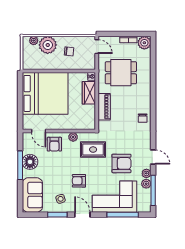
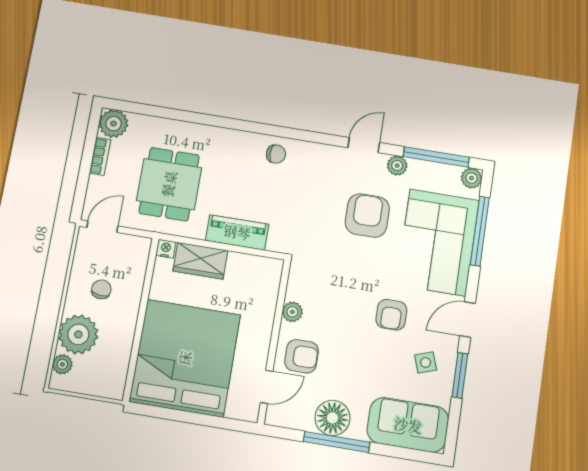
rug: (93, 150) -> (327, 272), removed
plant: (146, 184) -> (471, 178), moved

